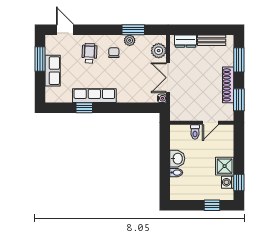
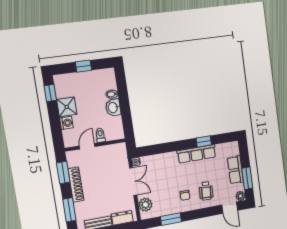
plant: (130, 40) -> (241, 196), moved
washing machine: (228, 182) -> (66, 123), moved
window: (212, 205) -> (83, 66), moved

